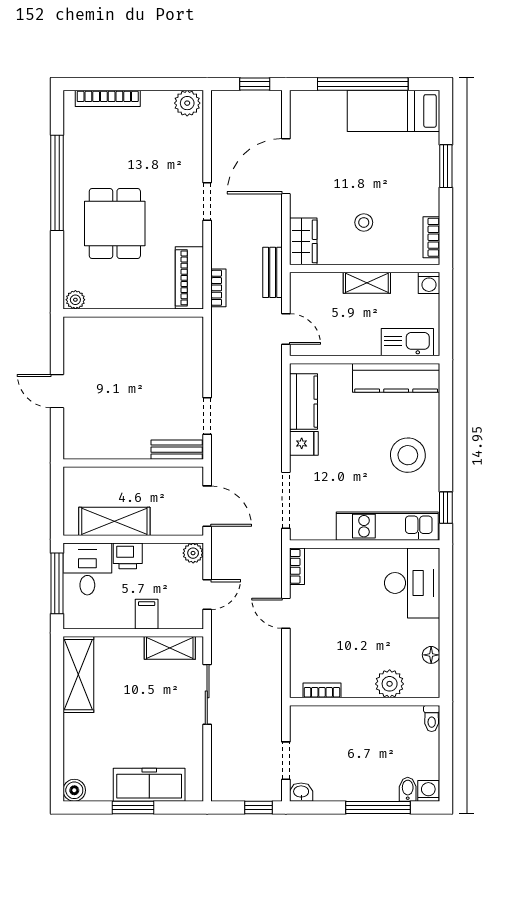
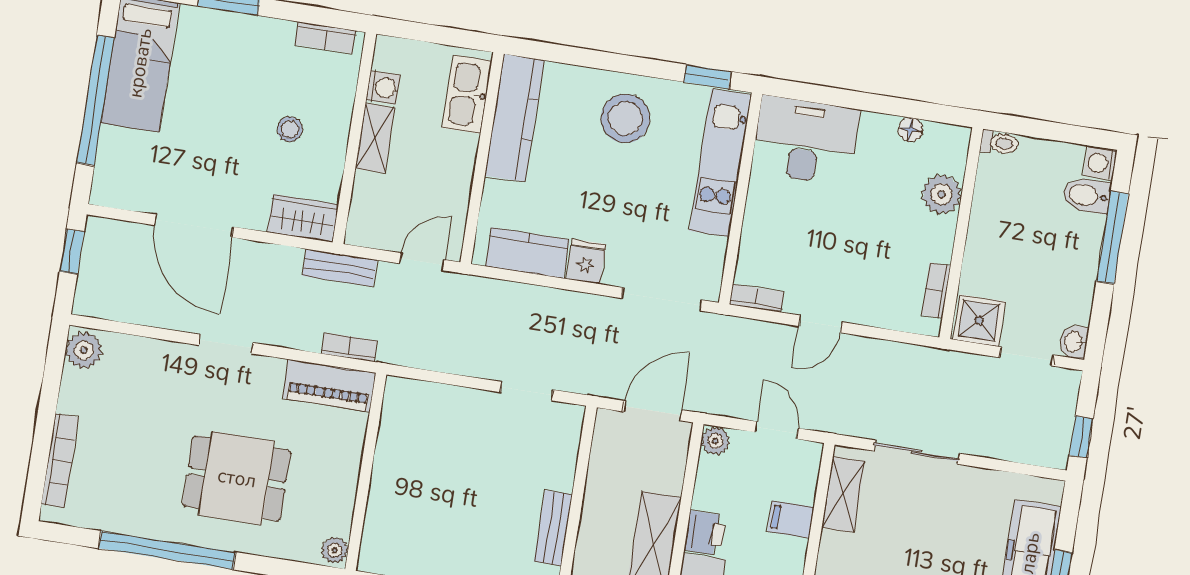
washing machine: (429, 283) -> (383, 88), moved
bench: (177, 450) -> (553, 528), moved
shower: (306, 724) -> (979, 320), added
bidet: (408, 789) -> (1087, 195), width x1.38, depth x1.36
window: (258, 807) -> (1081, 437), moved

